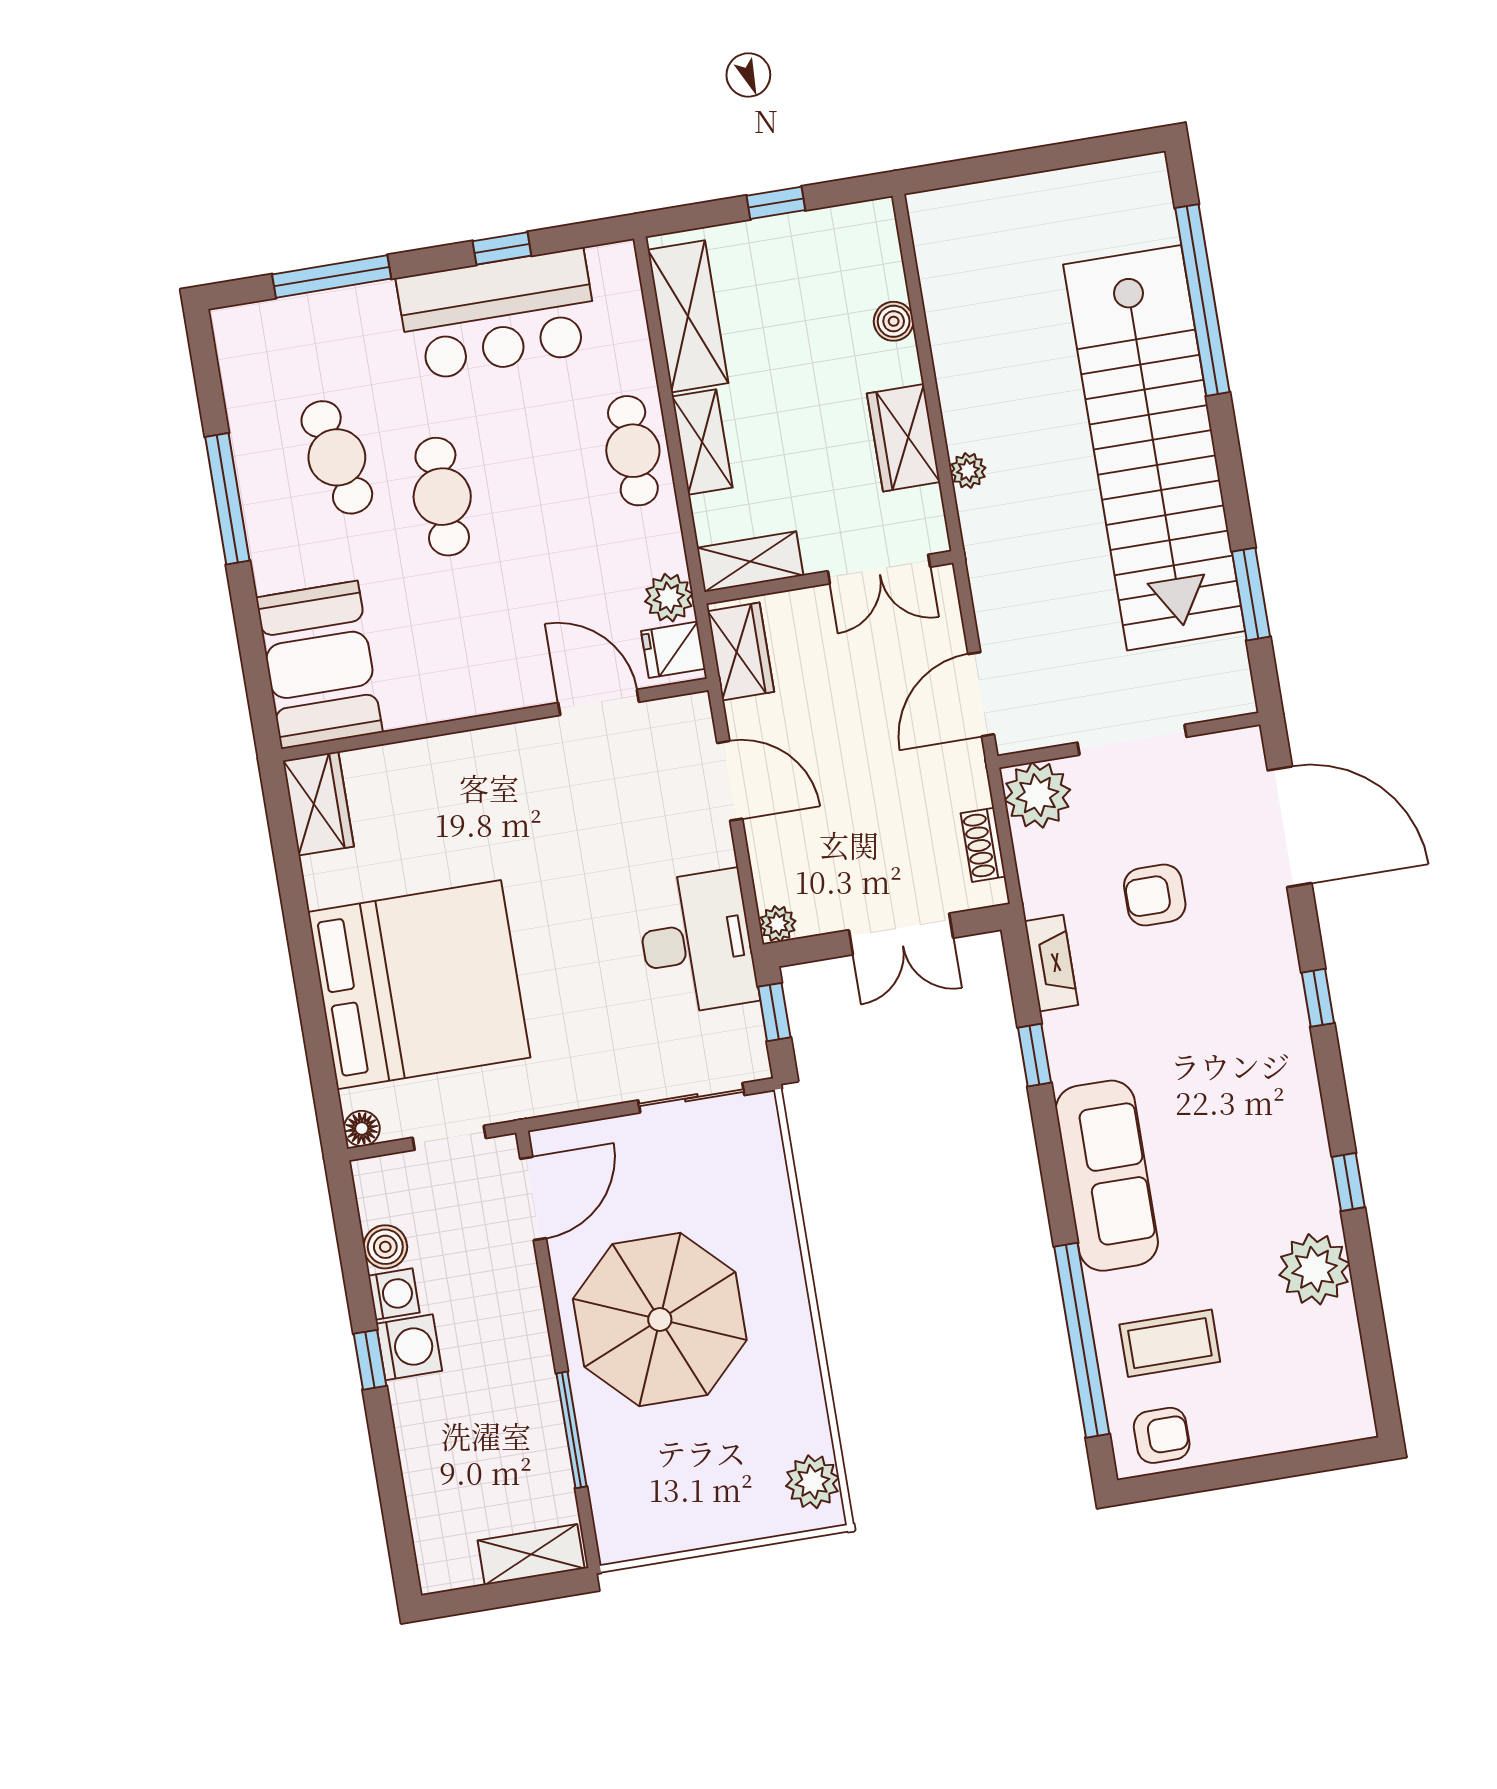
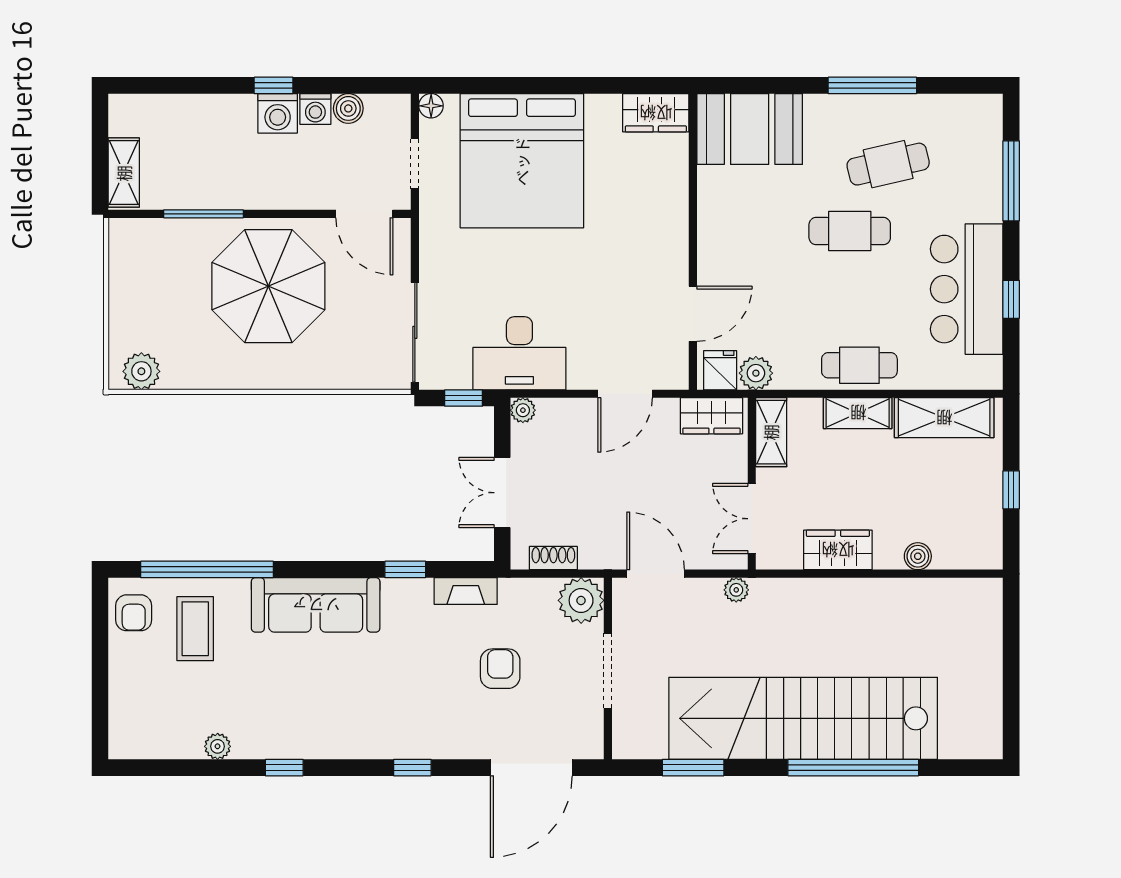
window: (1202, 300) -> (853, 768), moved
plant: (968, 471) -> (736, 590), moved
sliding door: (691, 1098) -> (415, 332), width x1.37
plant: (1314, 1269) -> (218, 746), width x0.53, depth x0.53

